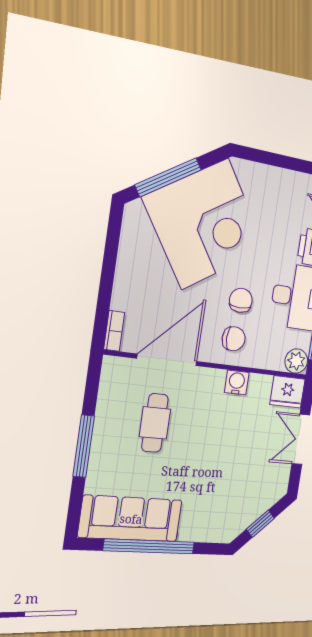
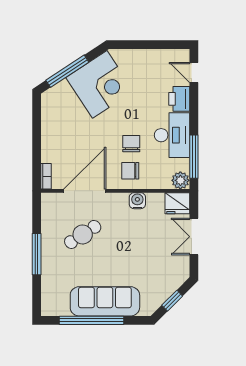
corner desk: (205, 224) -> (100, 84), width x0.74, depth x0.74
chair: (234, 339) -> (130, 171), turned 180
cafe table: (155, 423) -> (83, 234), turned 57
sofa: (131, 519) -> (105, 301), moved

